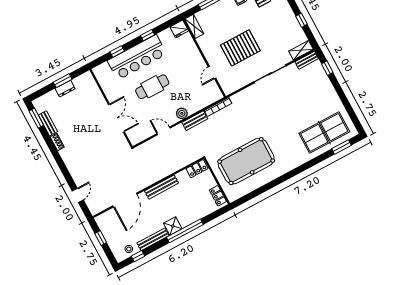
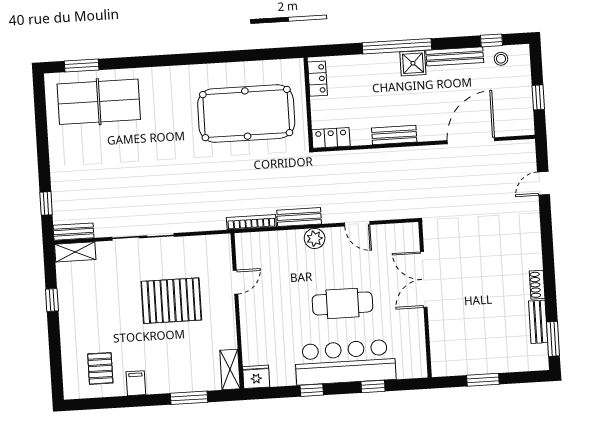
dresser: (65, 89) -> (485, 365), removed
bench: (161, 187) -> (394, 135), width x0.73

